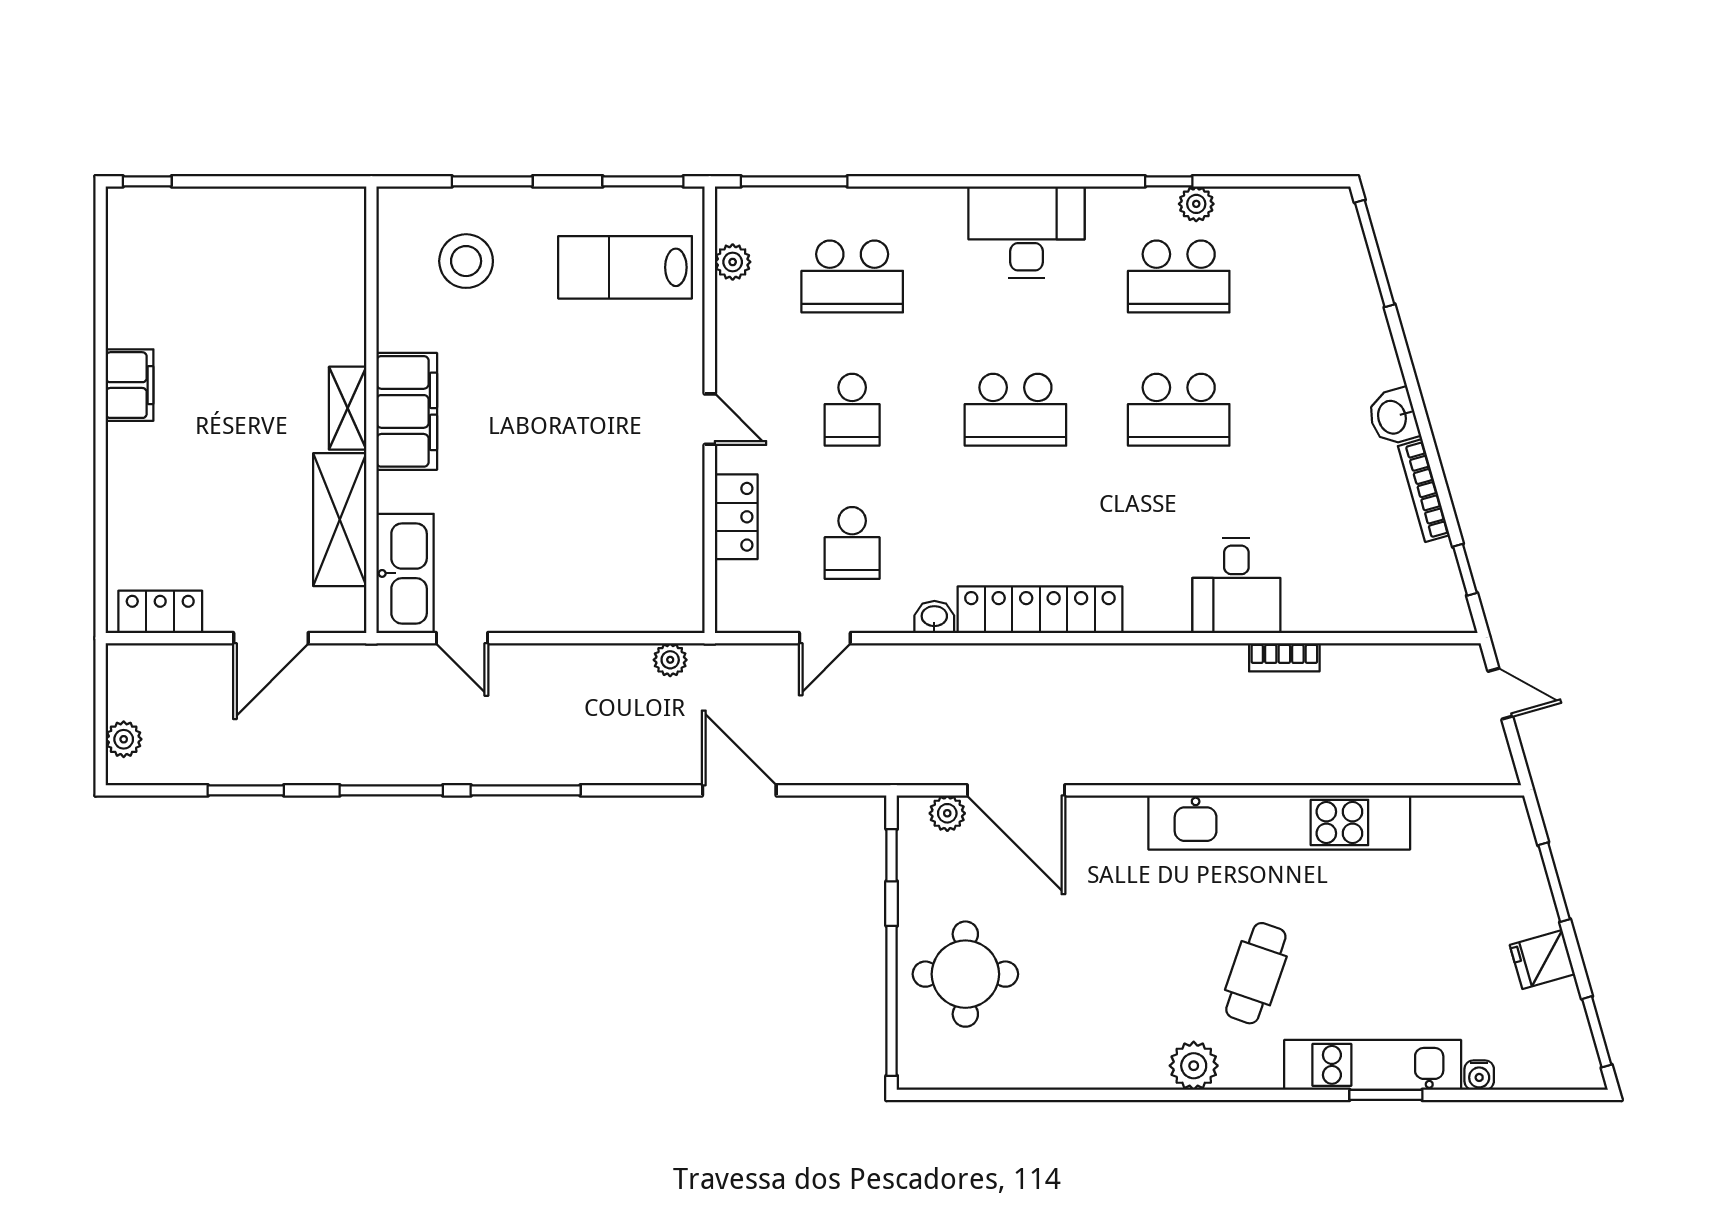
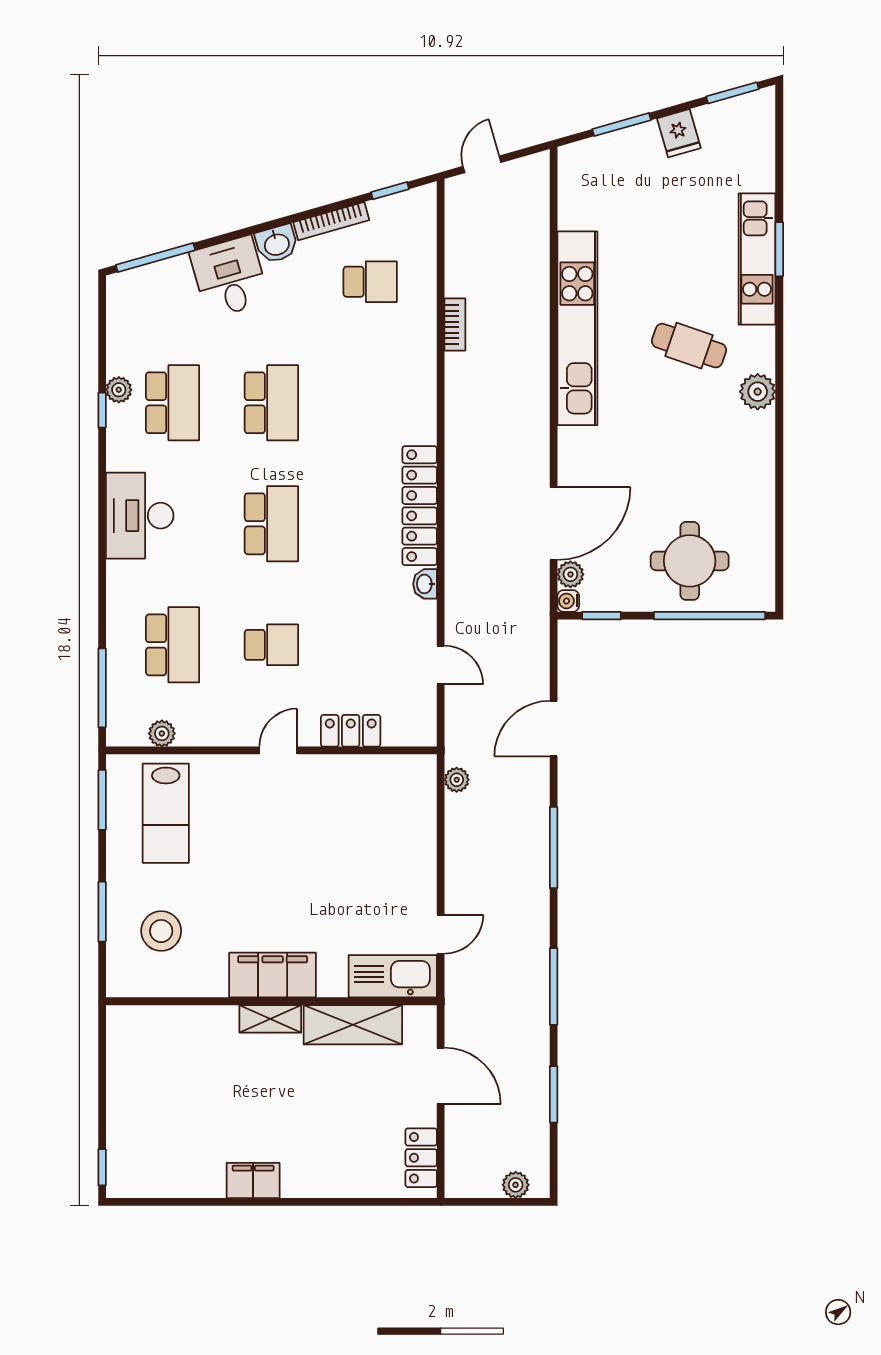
school desk: (852, 543) -> (370, 282), moved
desk: (1236, 586) -> (230, 277), moved, turned -106
window: (526, 790) -> (554, 848), moved
water cooler: (1479, 1075) -> (568, 601), moved, turned 180

